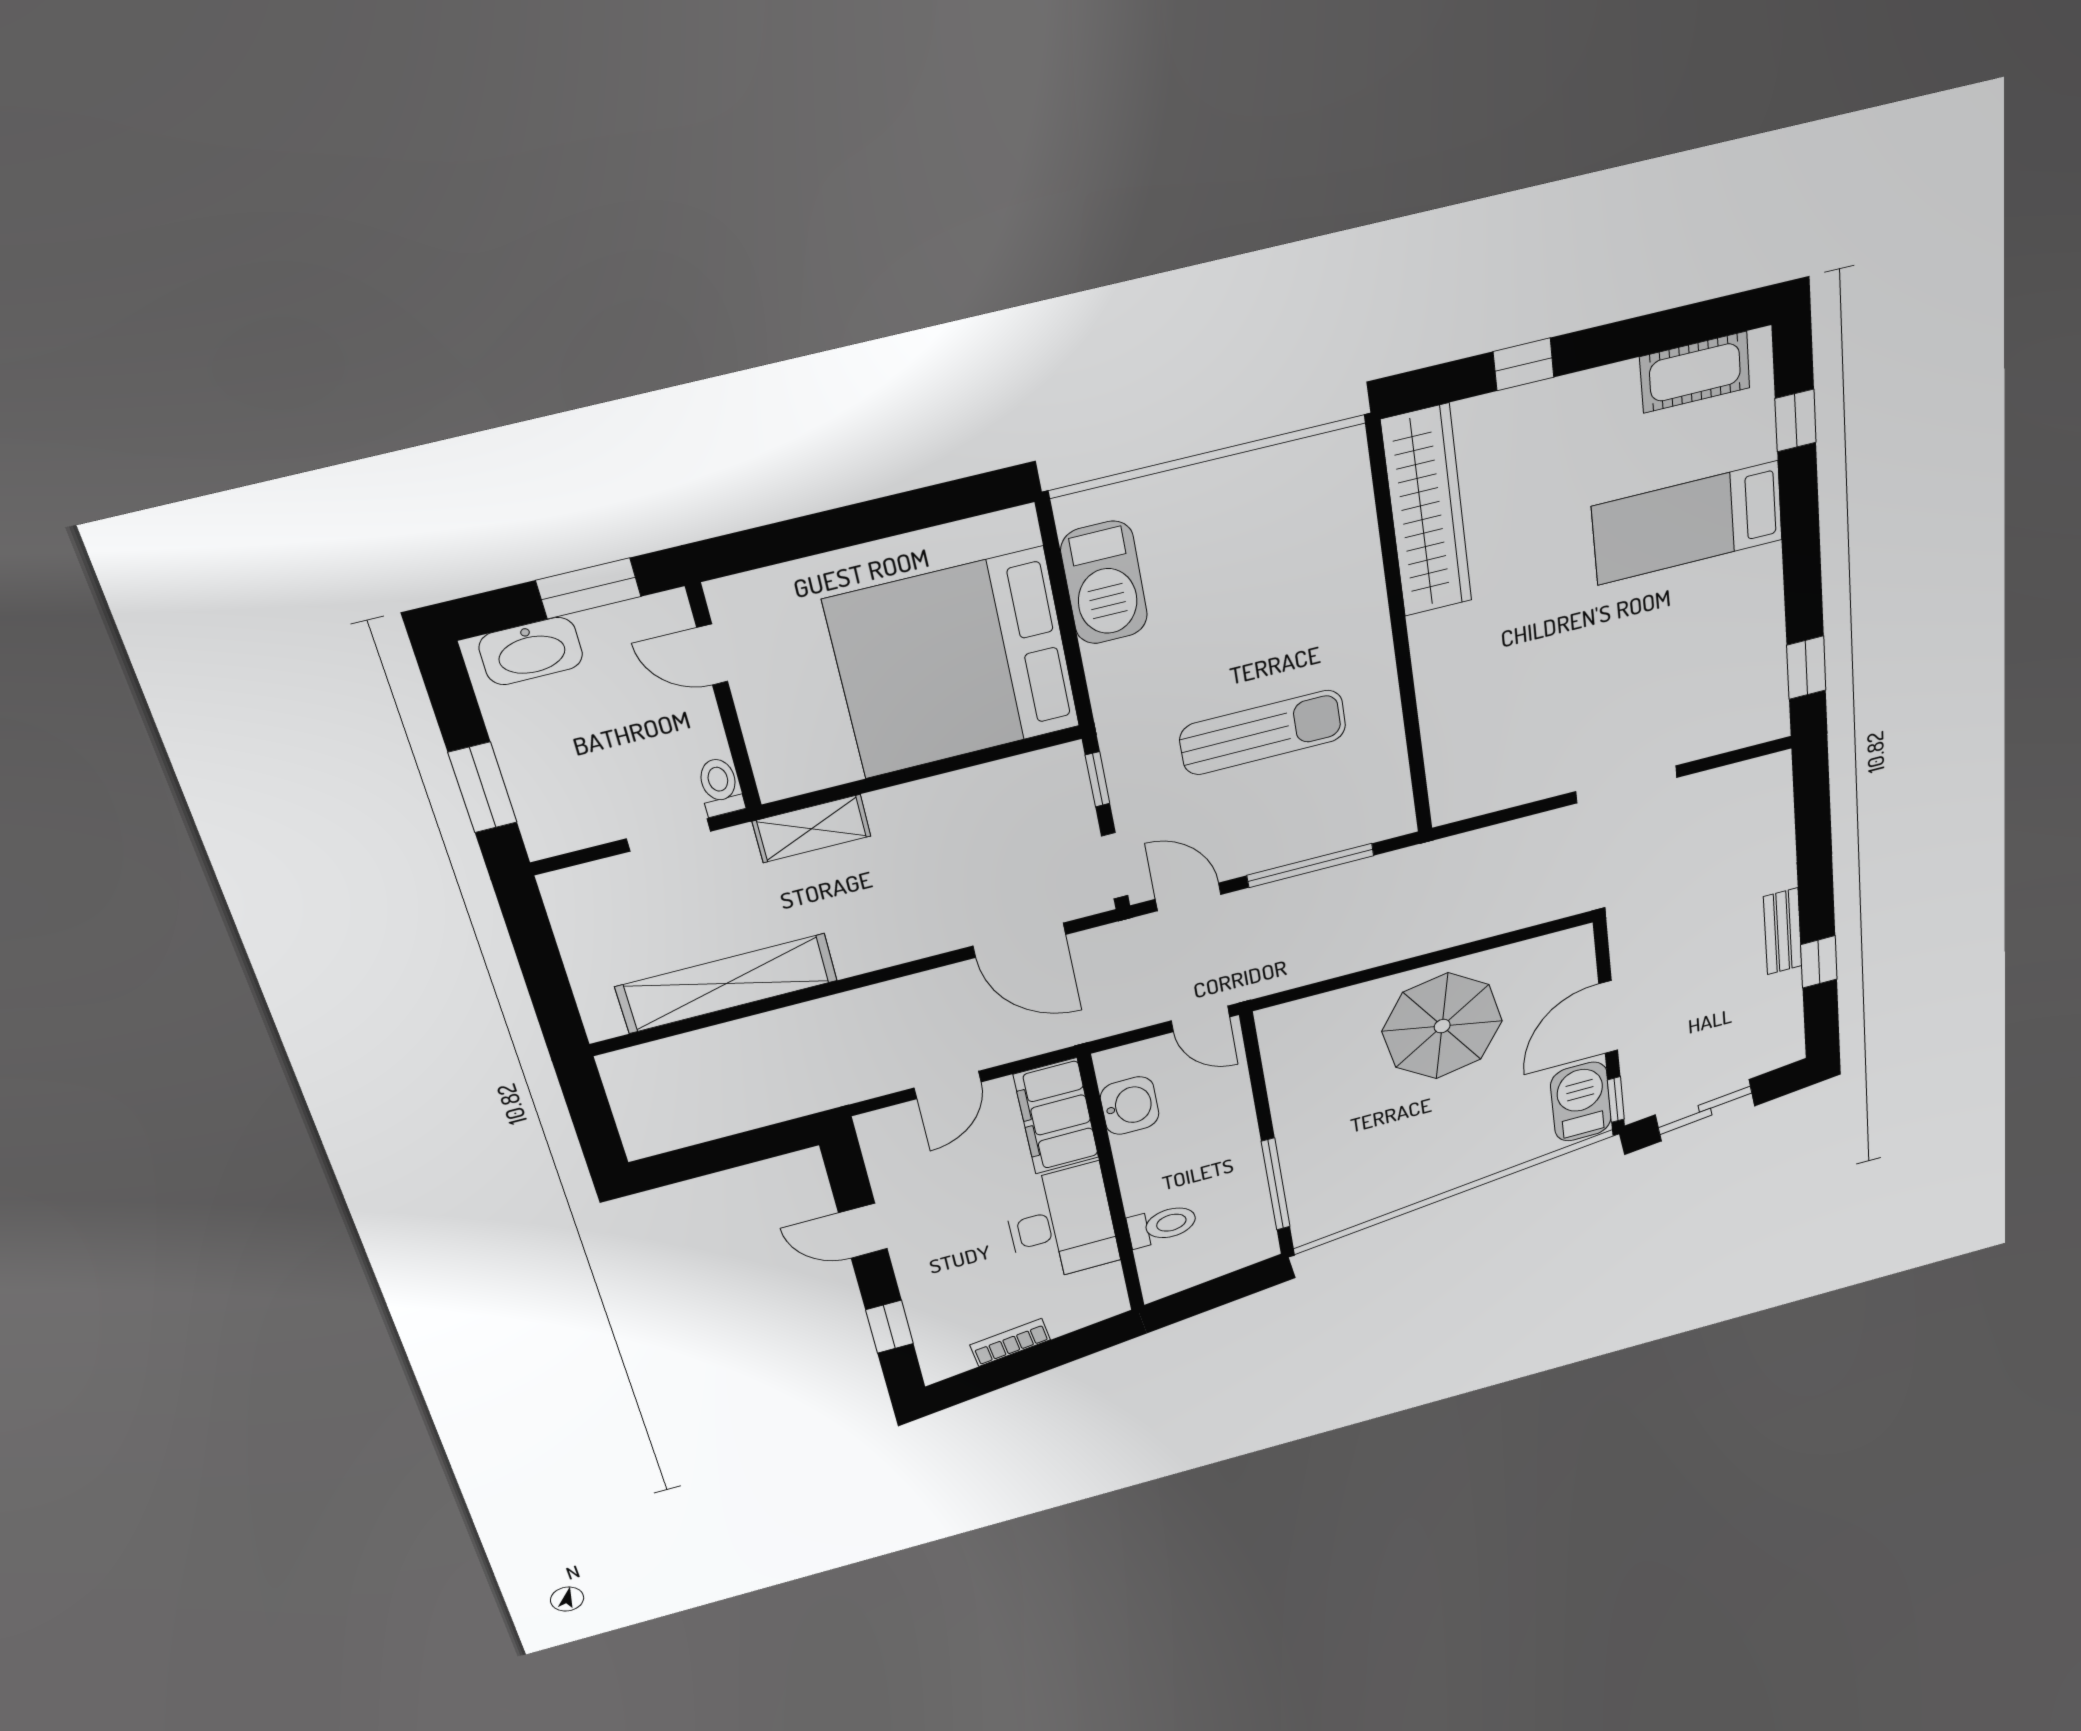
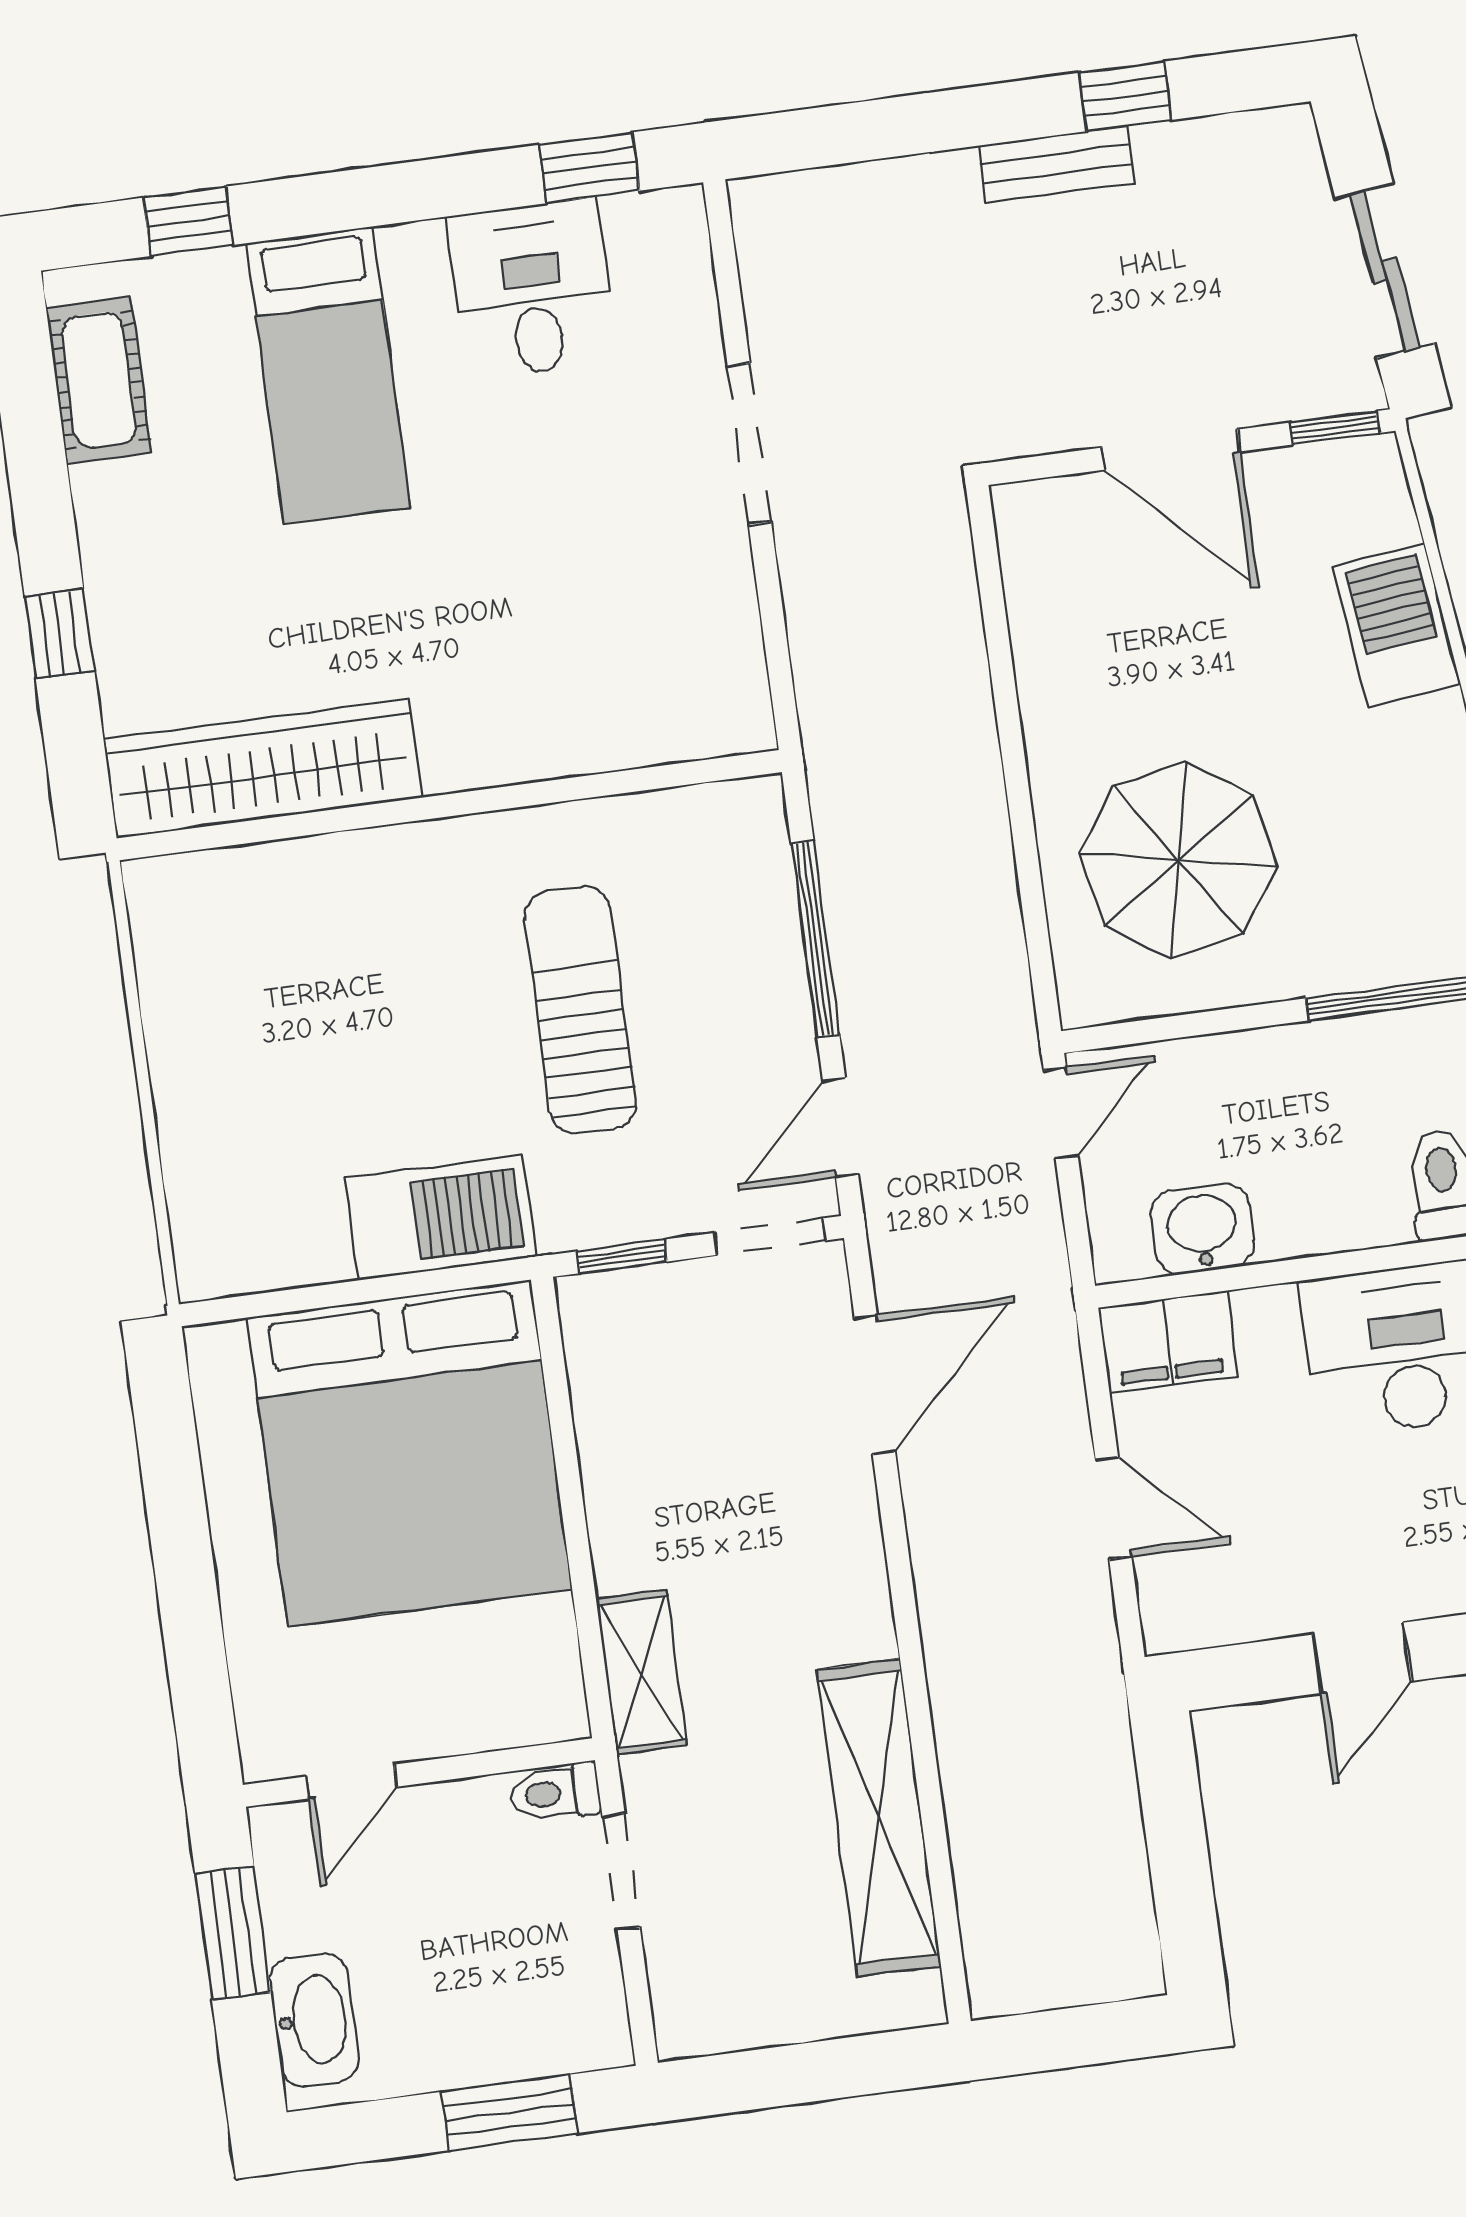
barbecue: (1104, 583) -> (441, 1218), moved
desk: (1733, 643) -> (532, 289), added
parasol: (1442, 1026) -> (1178, 860), moved
barbecue: (1581, 1102) -> (1397, 626), moved, turned 83
filing cabinet: (1056, 1116) -> (1168, 1342), width x0.67, depth x0.86

